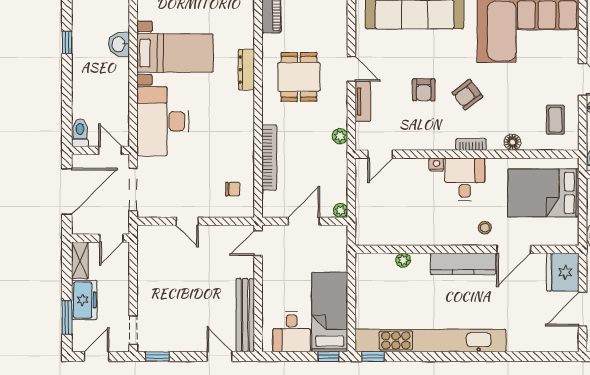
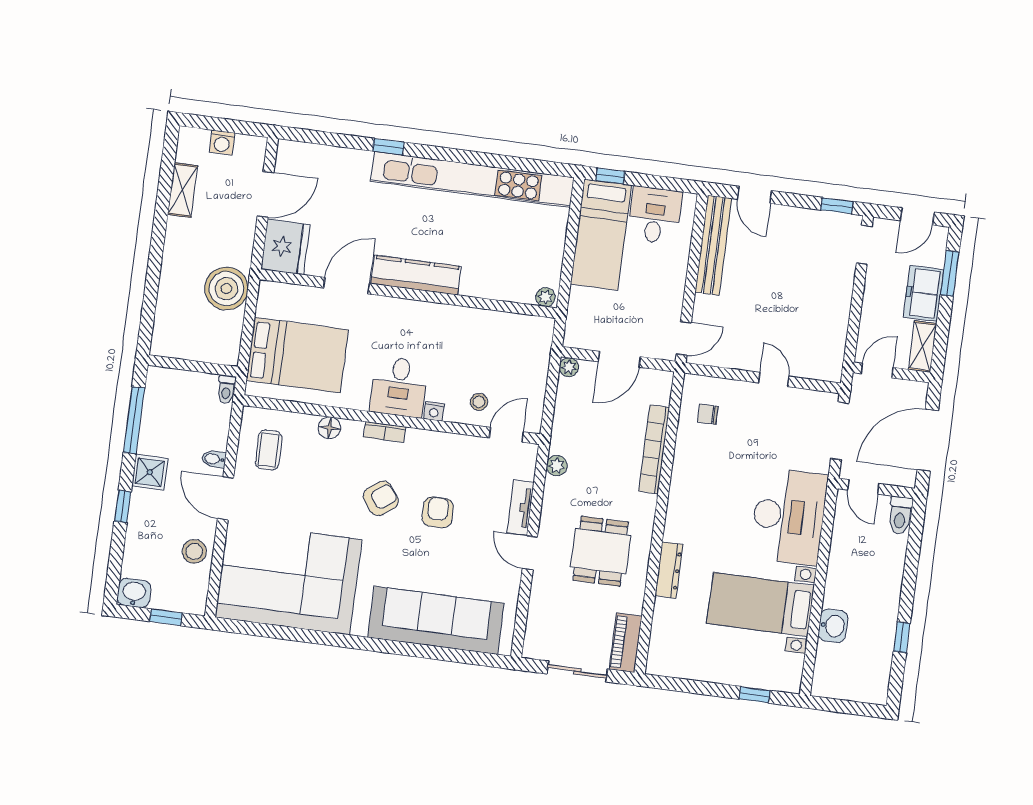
stool: (485, 228) -> (479, 402), moved
plant: (403, 260) -> (545, 297), moved
window: (373, 357) -> (388, 147), moved

